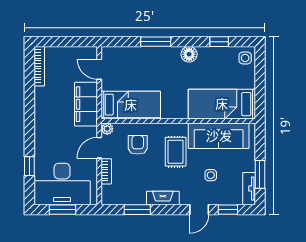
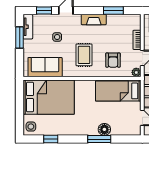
floor lamp: (189, 54) -> (104, 129), moved
bed: (222, 104) -> (49, 97), width x1.50
sofa: (219, 136) -> (45, 67), width x0.73

